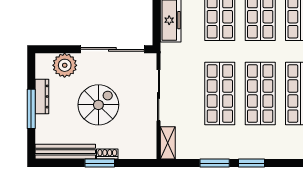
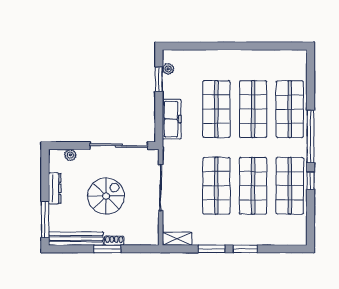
plant: (65, 65) -> (70, 155), width x0.53, depth x0.53
window: (31, 109) -> (45, 219), moved
shelving: (168, 143) -> (177, 239), moved, turned 90

